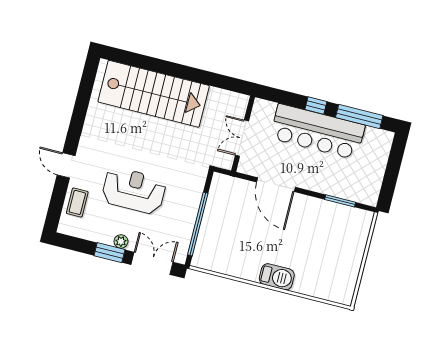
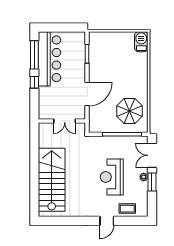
bar counter: (318, 132) -> (50, 59), moved
parasol: (232, 245) -> (130, 111), added
barbecue: (277, 277) -> (141, 42), moved

